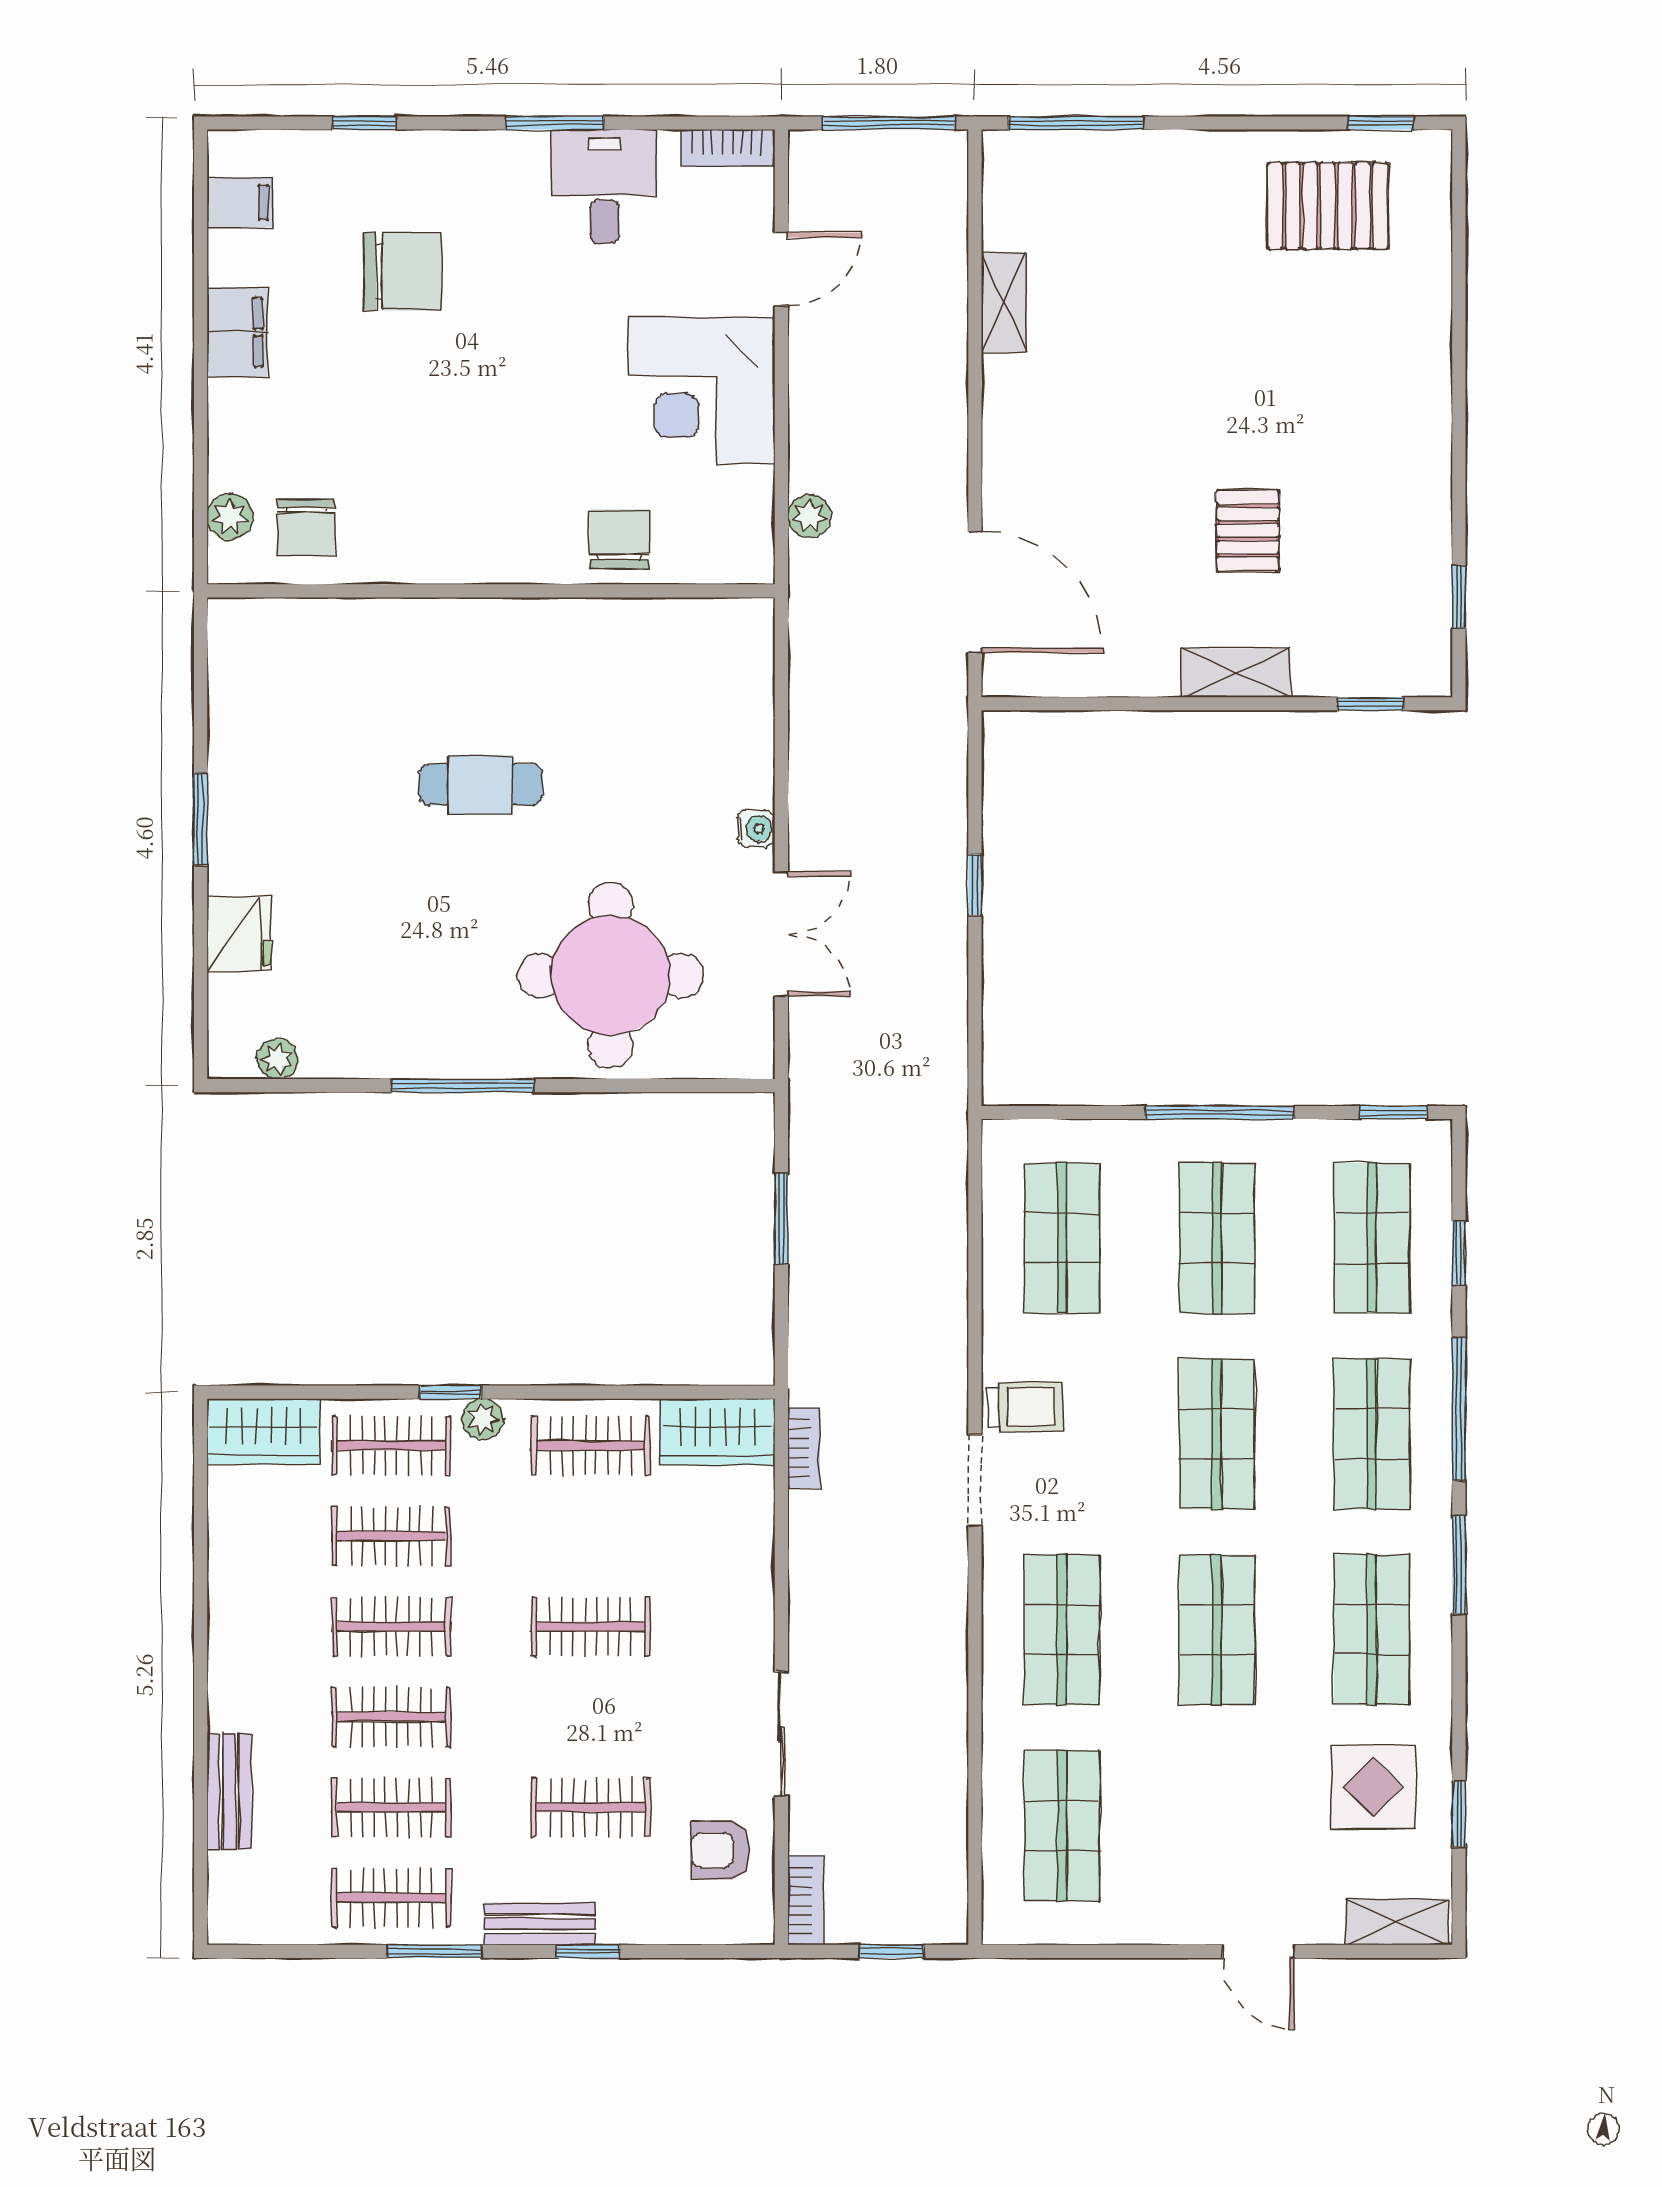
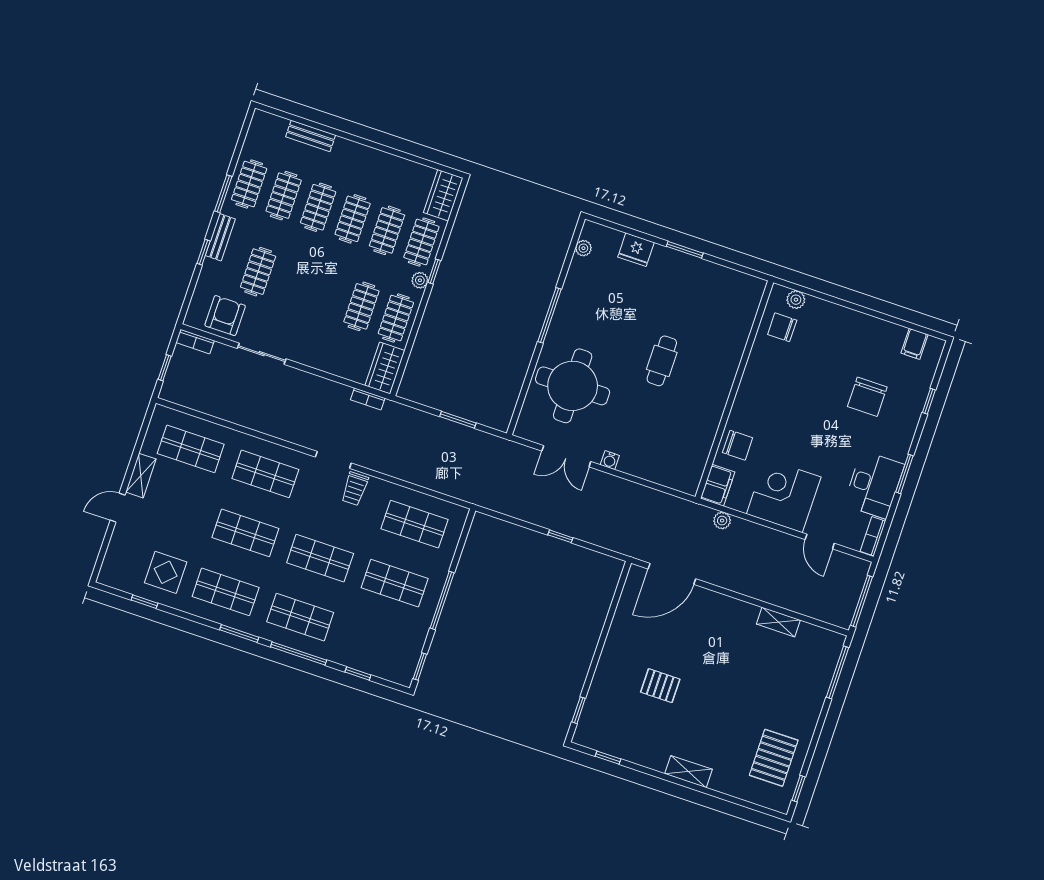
desk: (604, 186) -> (874, 485), width x1.37
filing cabinet: (237, 332) -> (718, 485), moved, turned -90
shelving: (1236, 673) -> (689, 772), moved, turned 90
shop shelf: (1372, 1238) -> (375, 642), removed
clothes rail: (591, 1627) -> (361, 306), moved
armchair: (720, 1850) -> (225, 316), width x1.38, depth x1.38
shelving: (1397, 1922) -> (141, 476), moved

